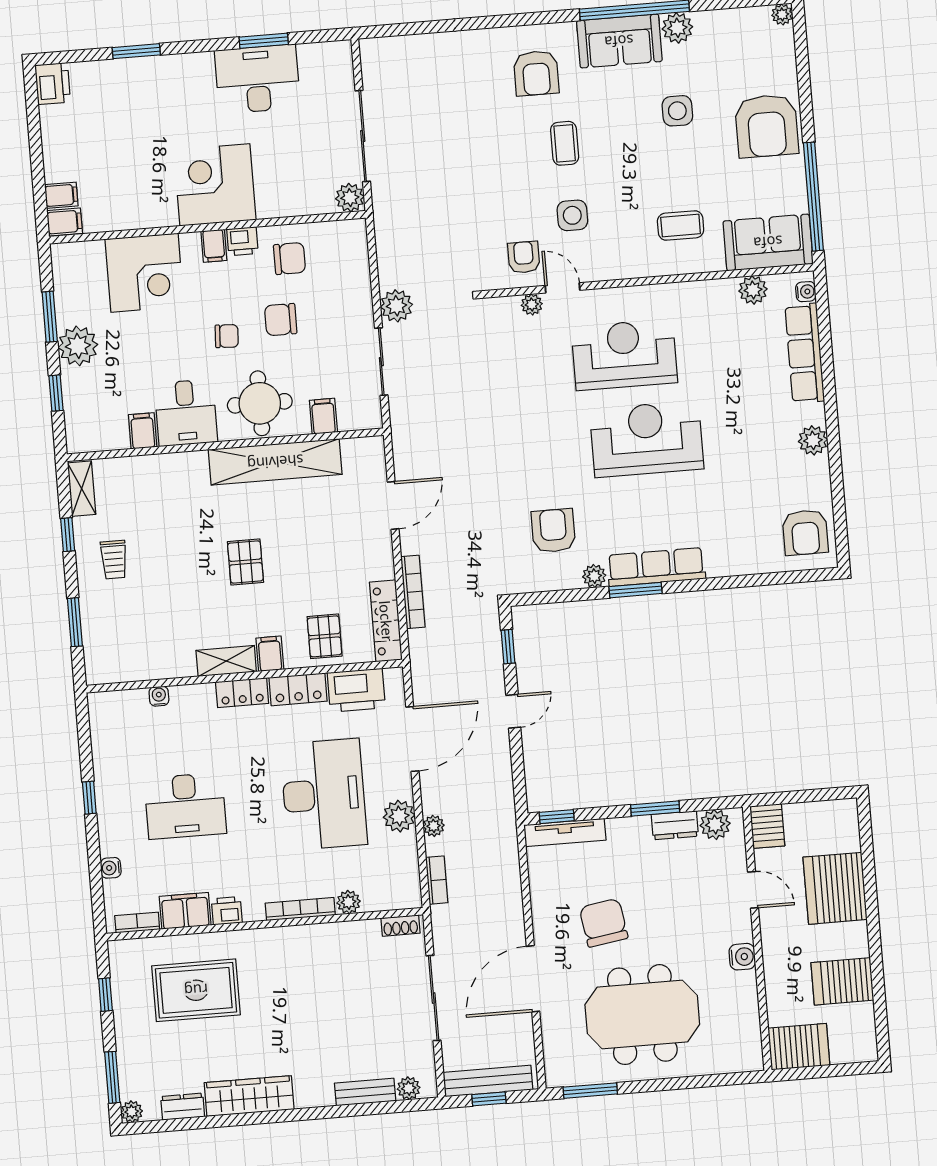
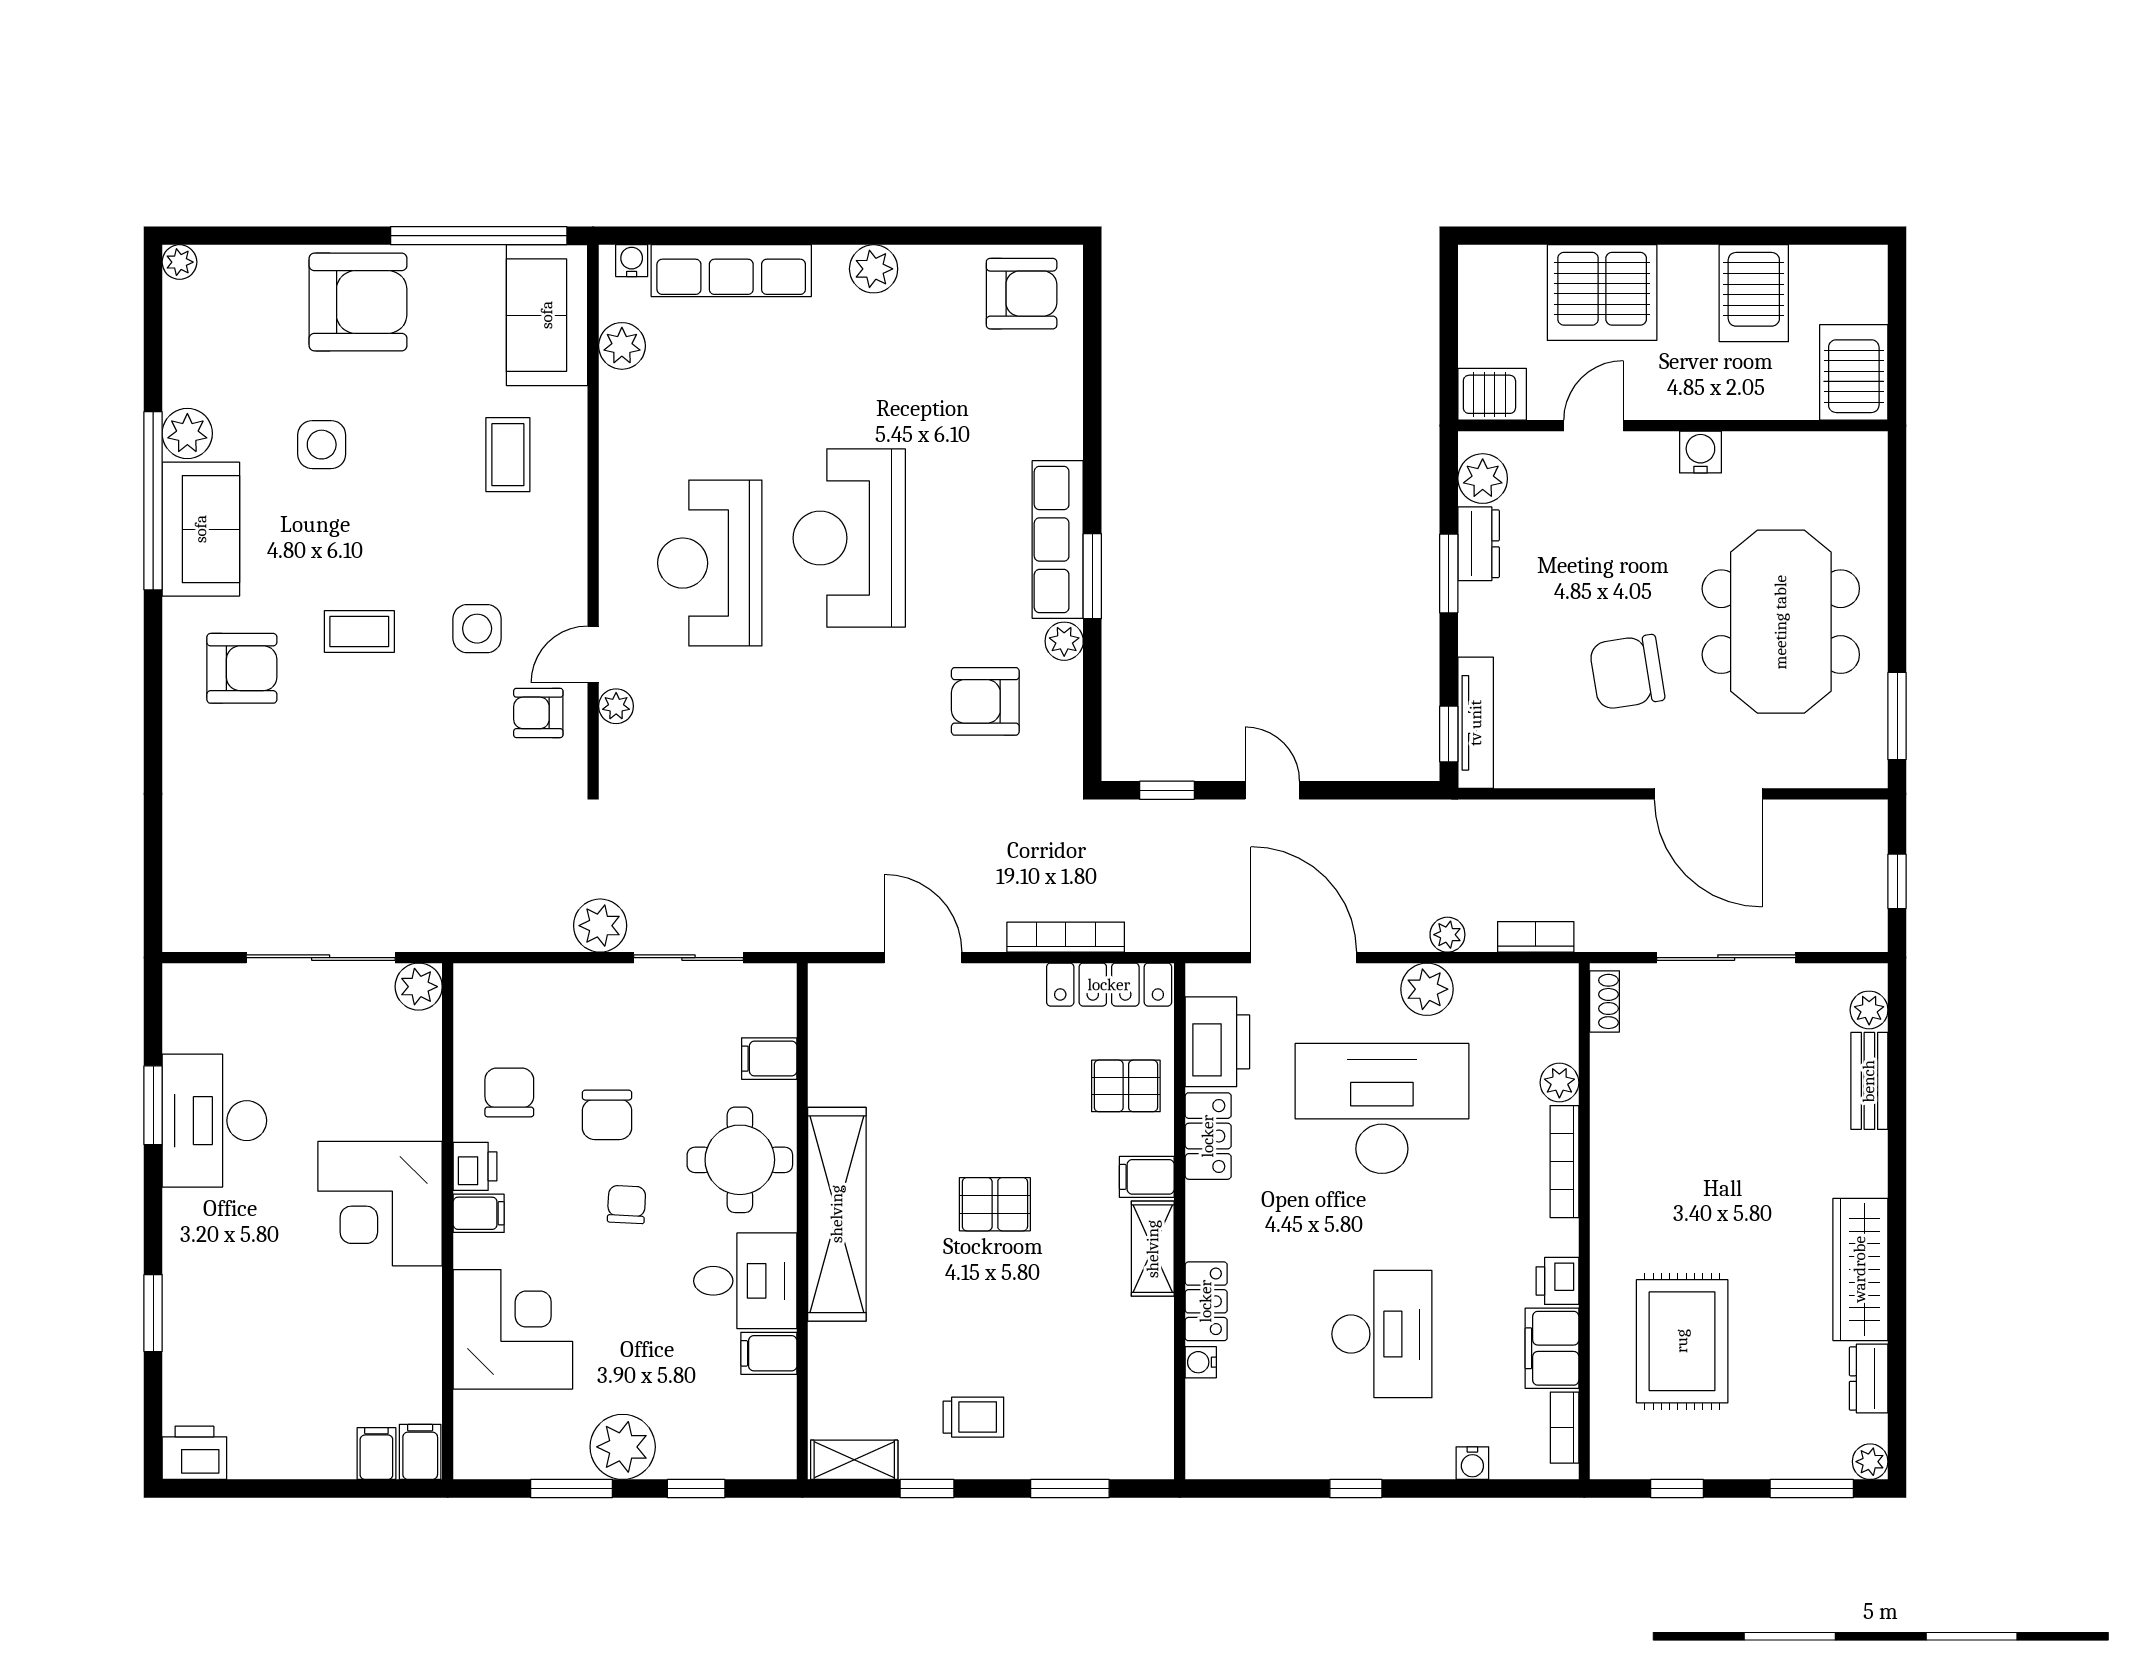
shelving: (275, 462) -> (837, 1214), moved
locker: (242, 693) -> (1206, 1301), moved
bench: (488, 1081) -> (1868, 881), removed

